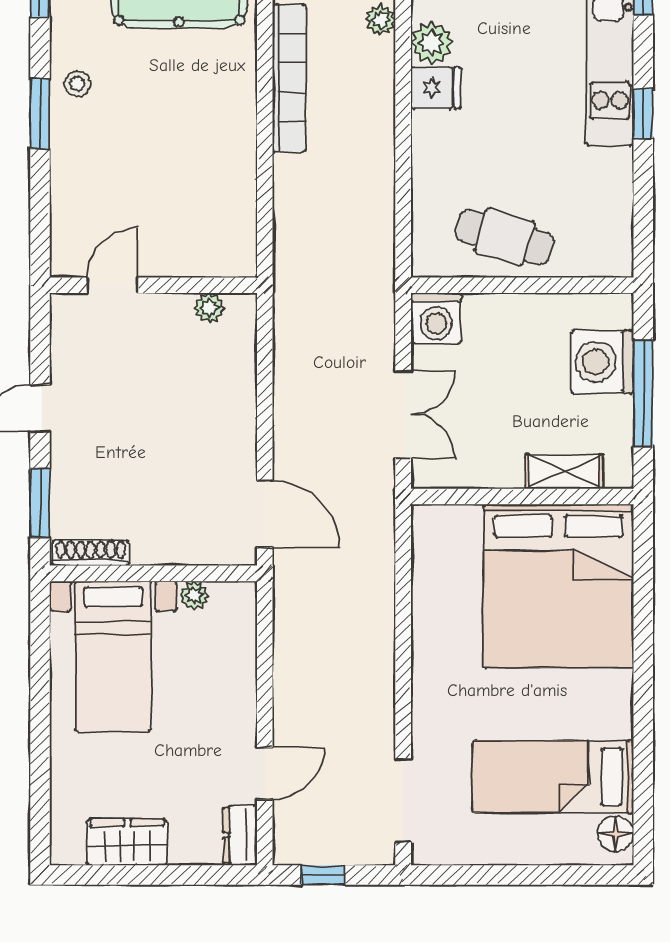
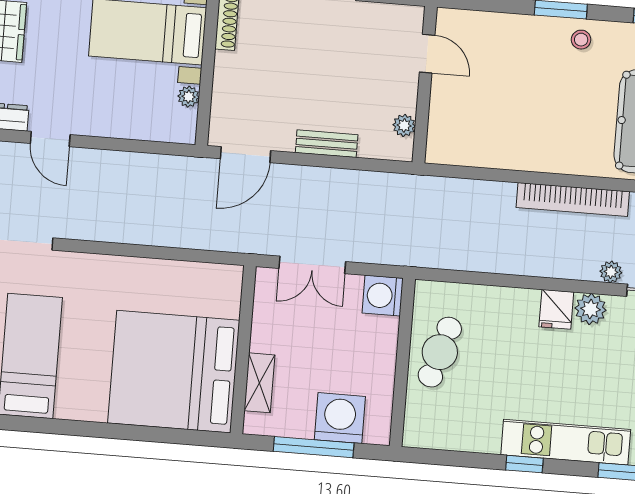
bench: (242, 408) -> (327, 144), added

